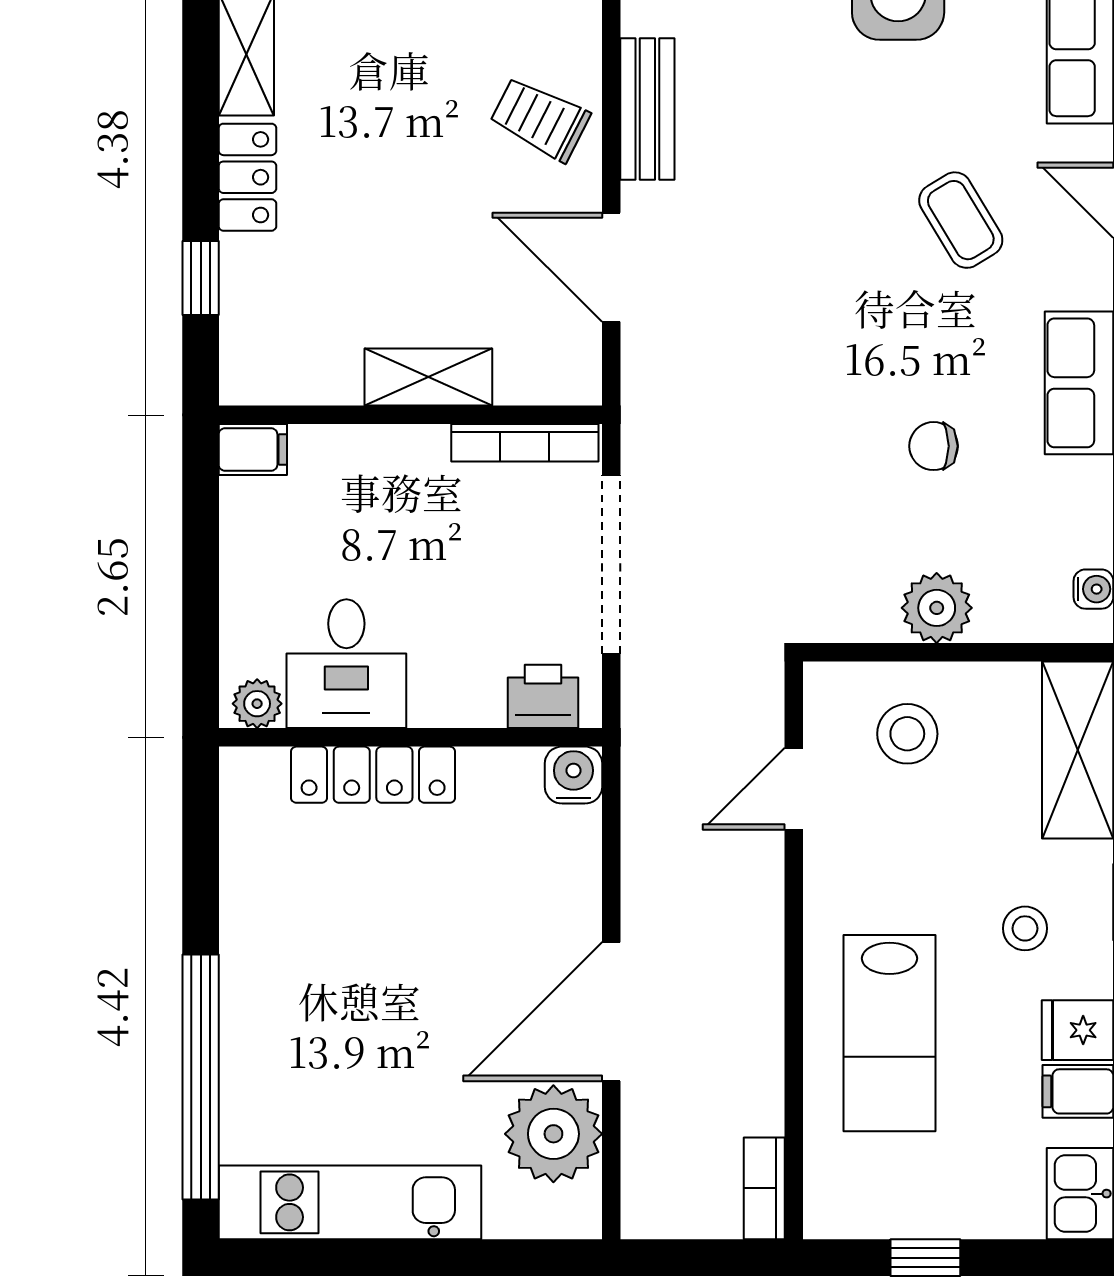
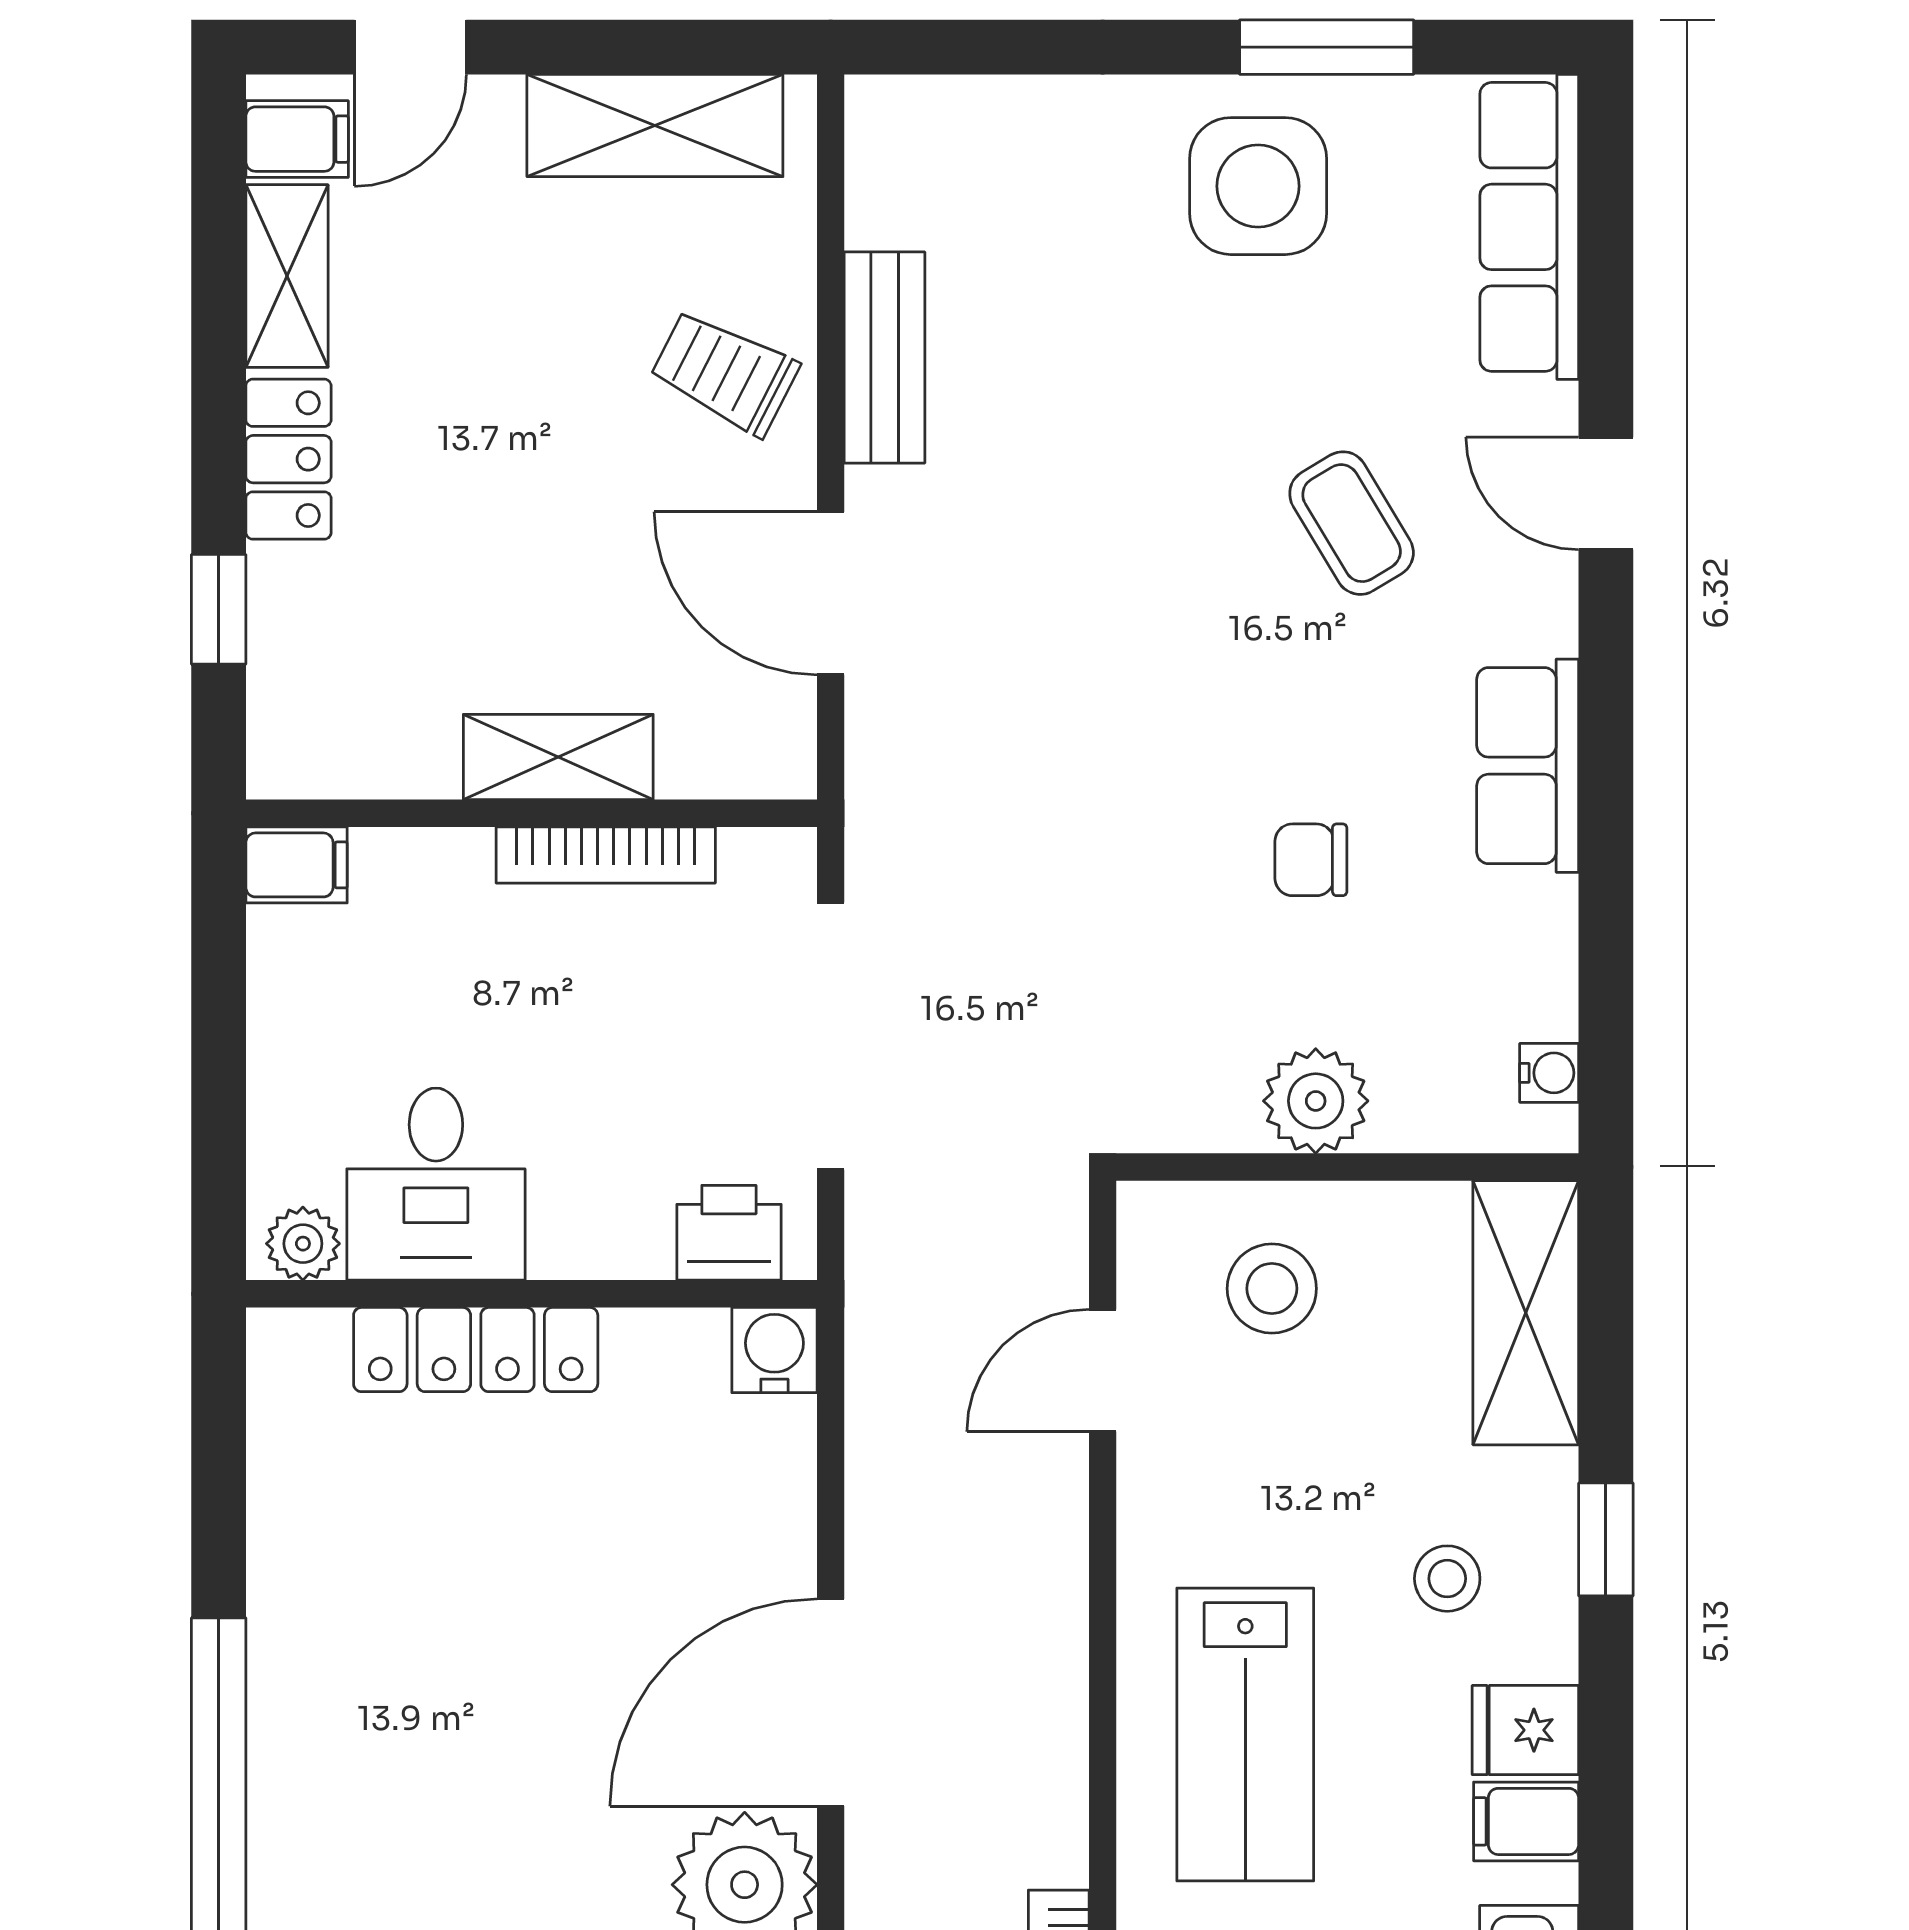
bookcase: (525, 443) -> (606, 855), moved

